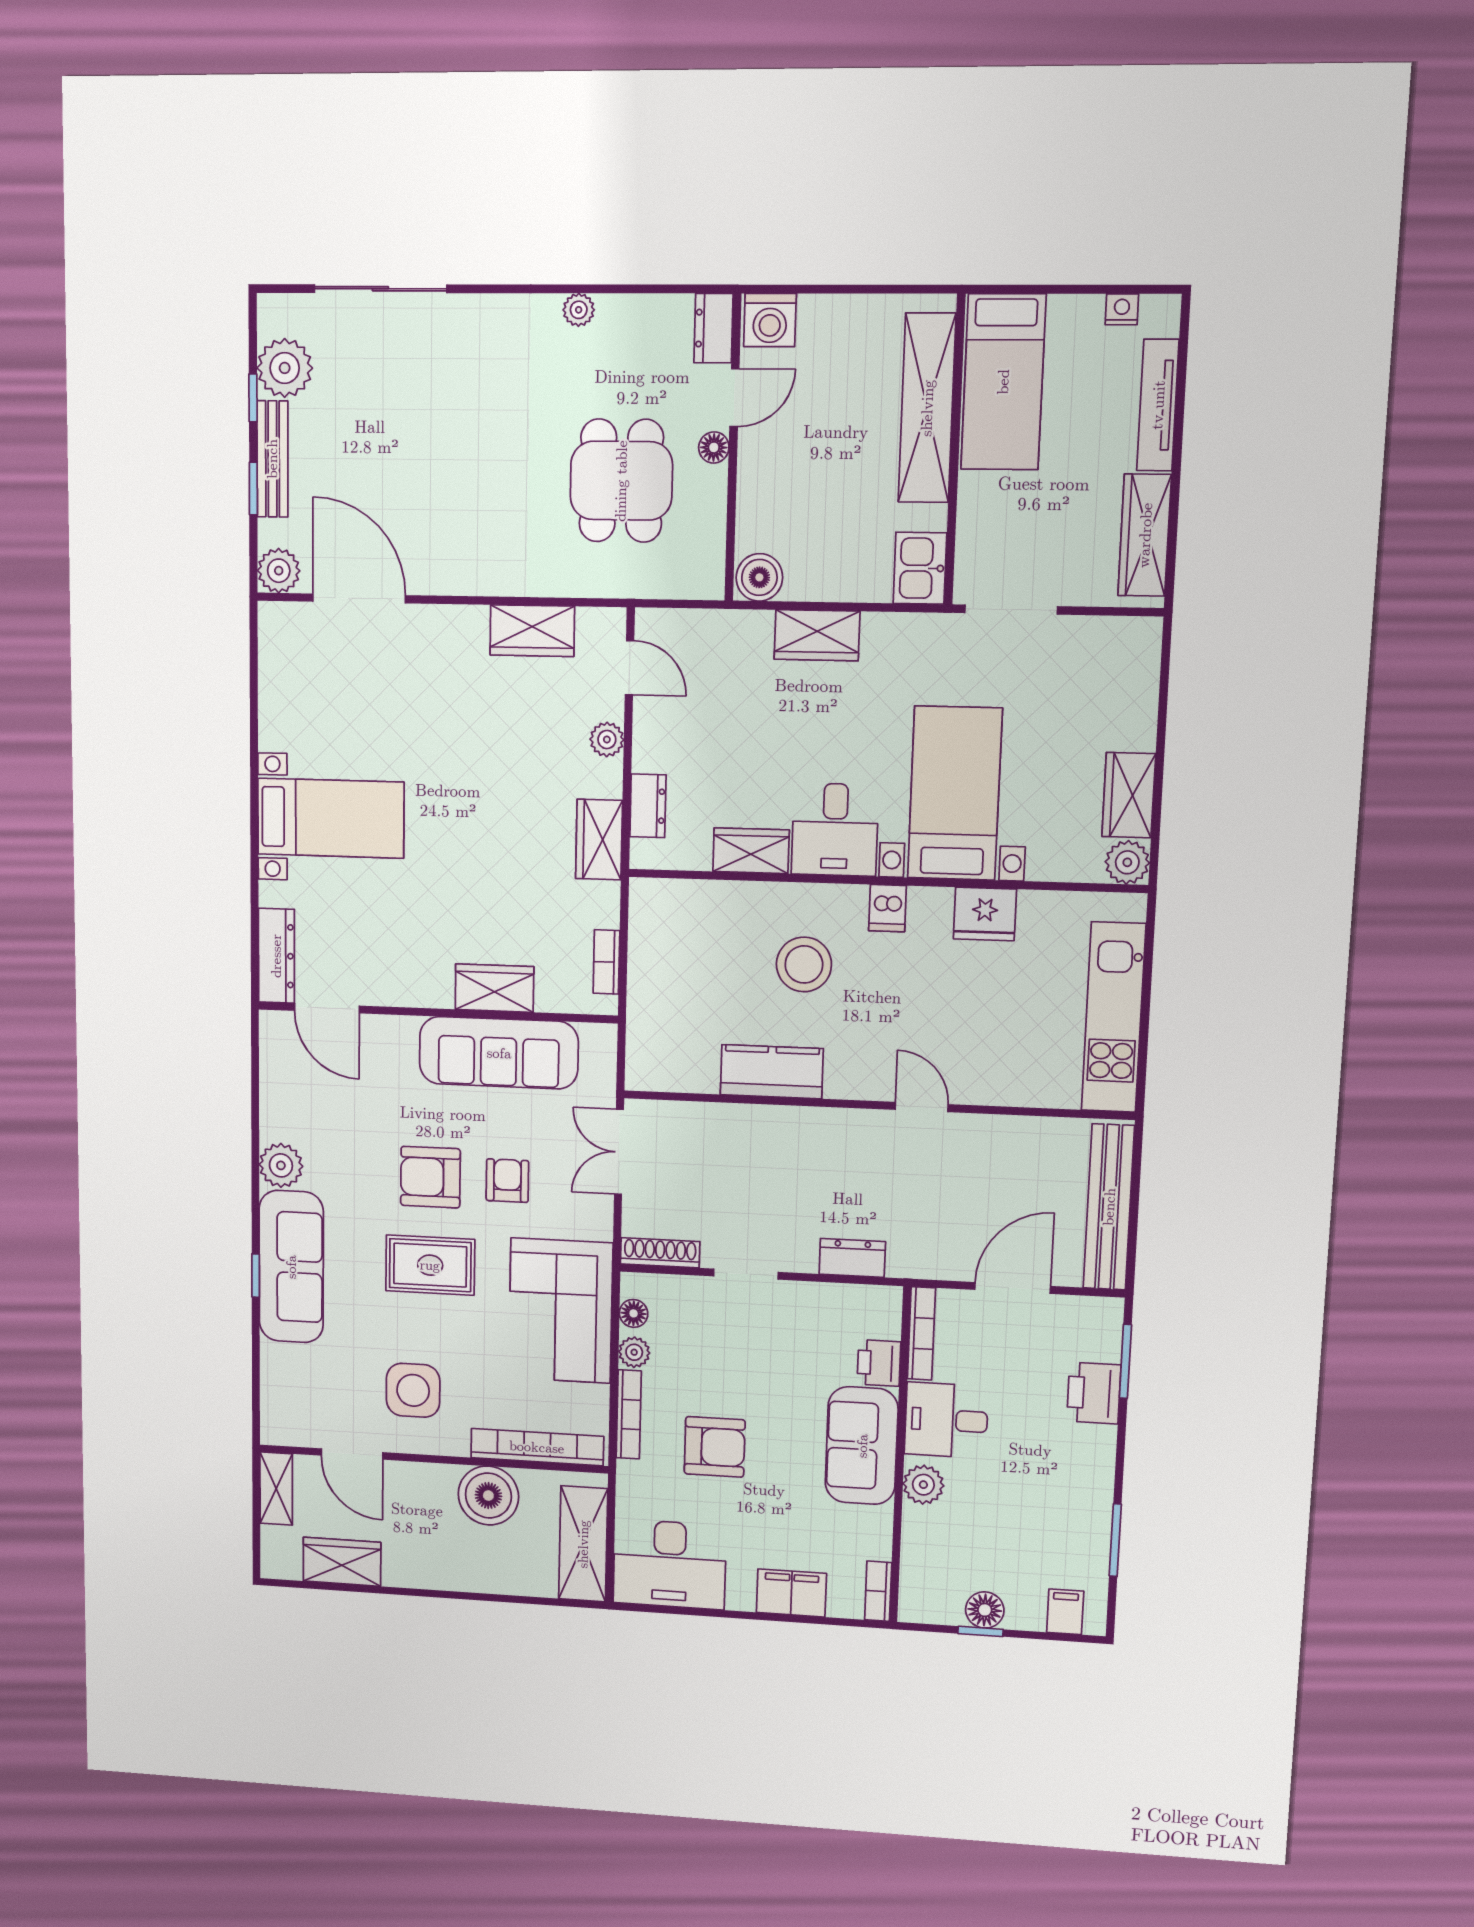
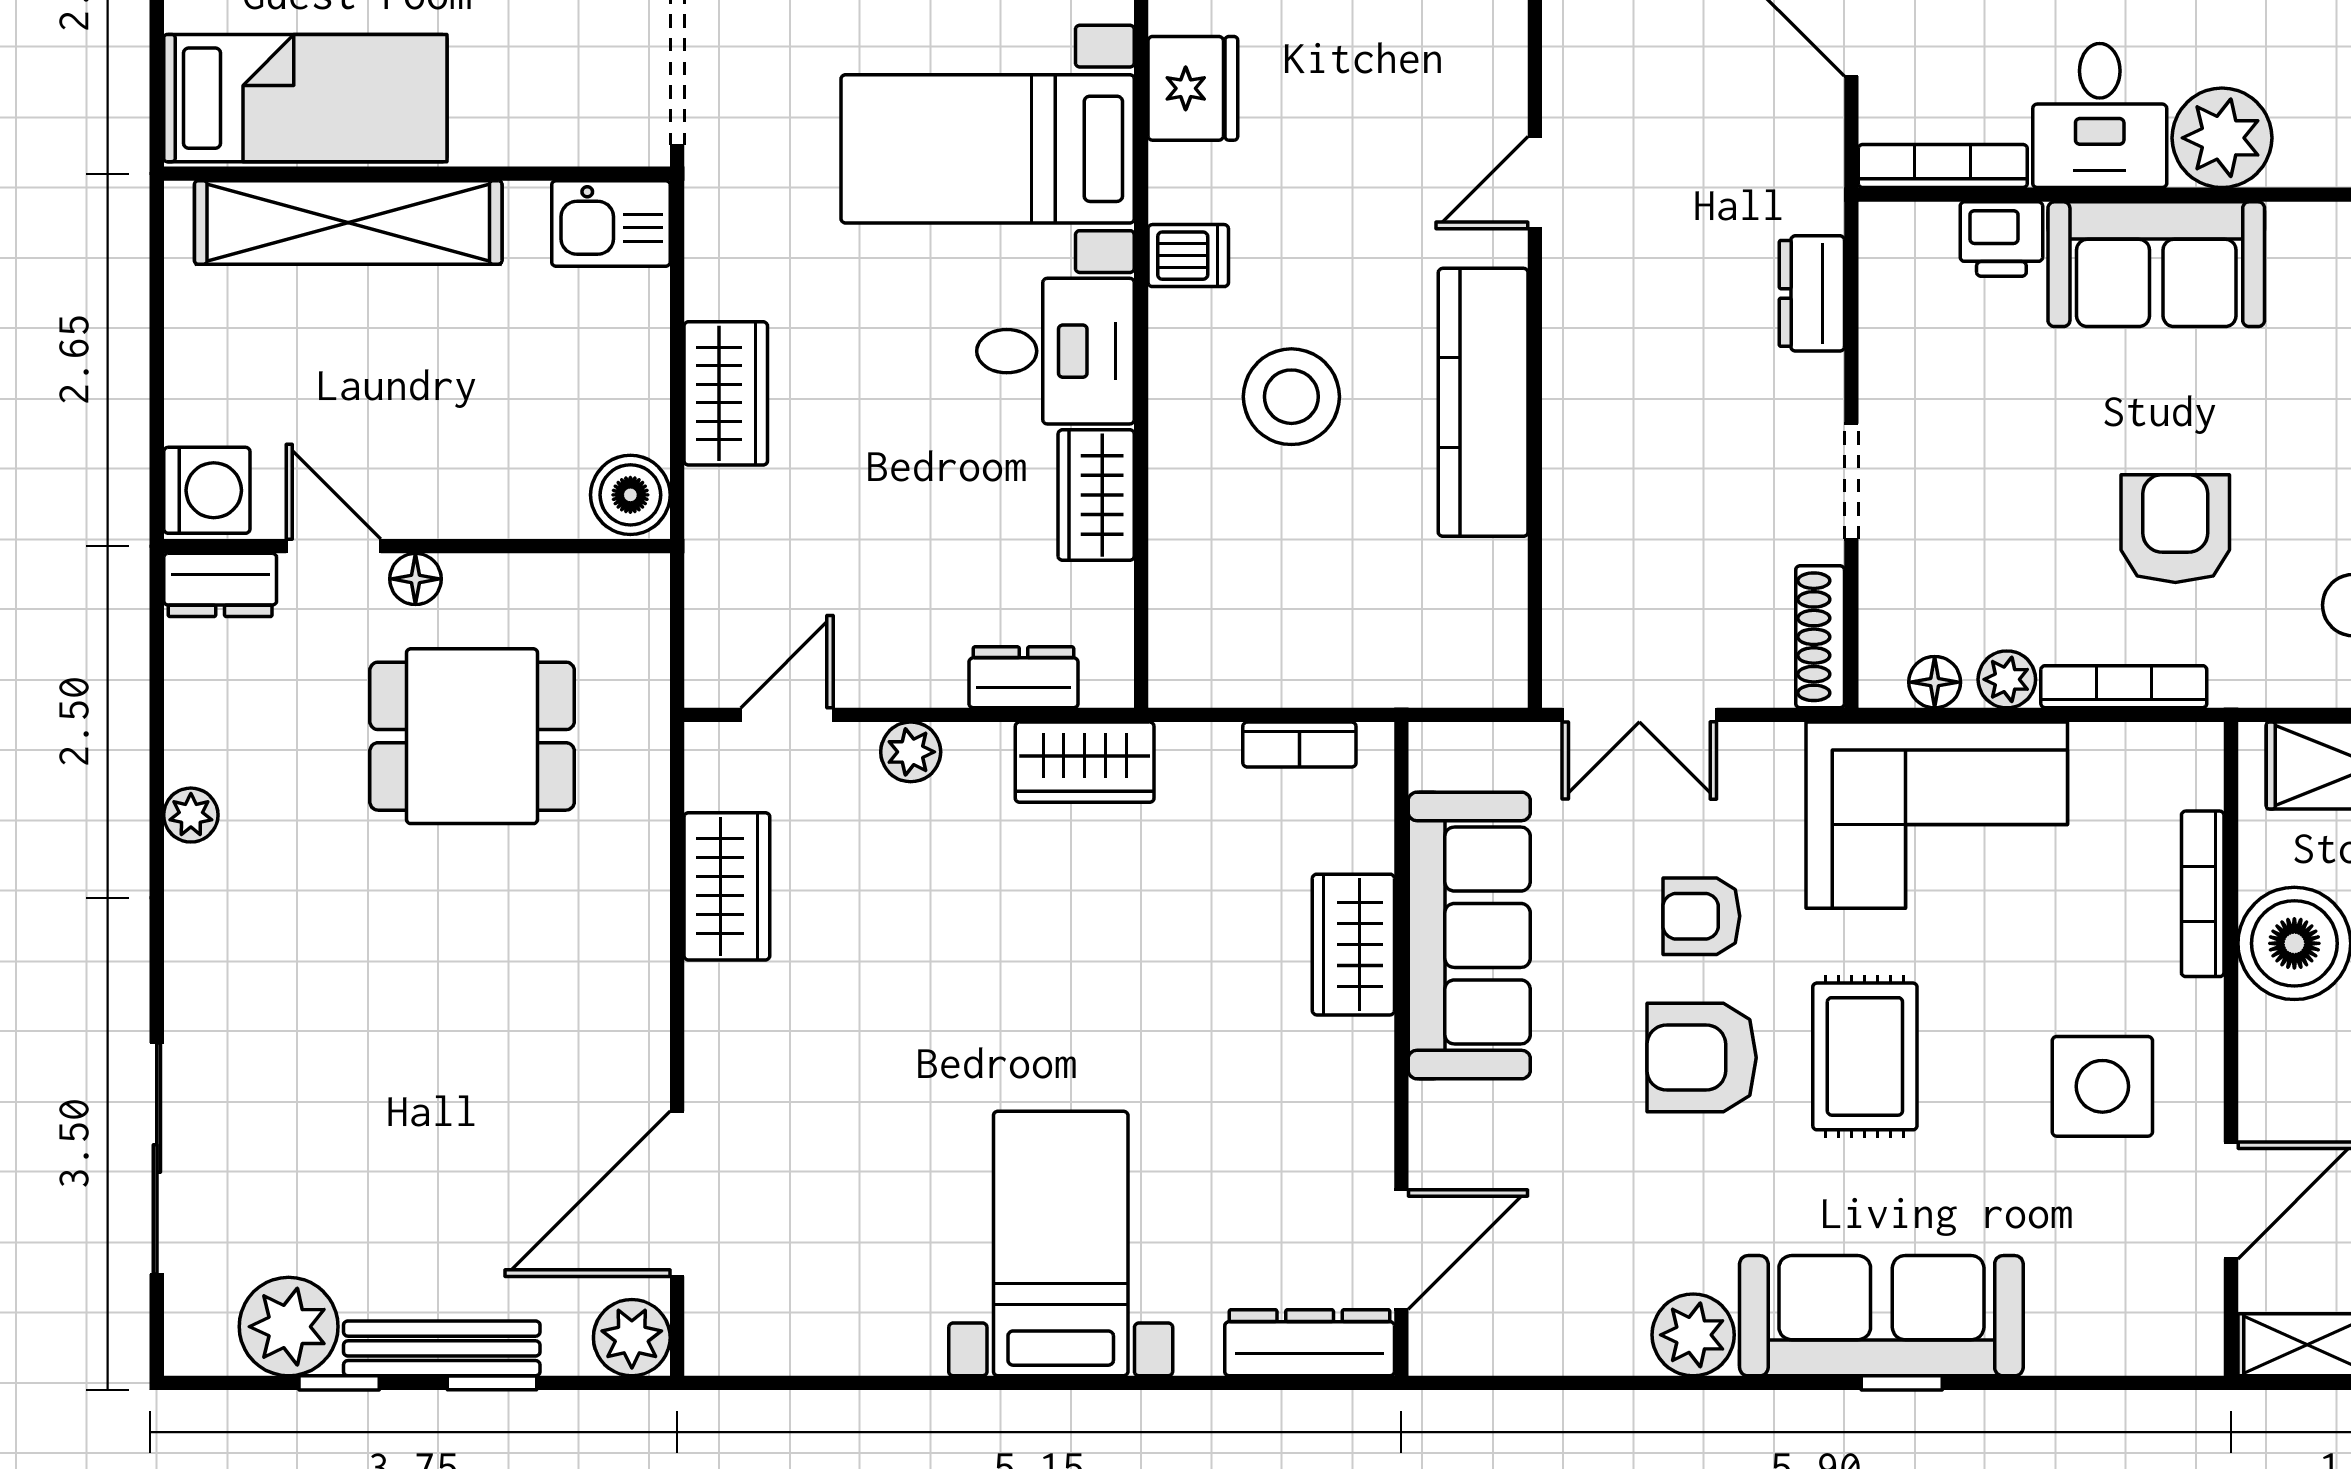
kitchen counter: (772, 1072) -> (1483, 402), width x1.50
armchair: (430, 1177) -> (1702, 1058), turned 90
bookcase: (537, 1447) -> (2203, 894), width x0.68, depth x0.76
plant: (923, 1485) -> (2222, 138), width x1.36, depth x1.36

